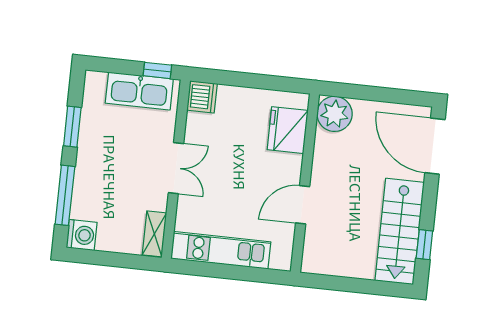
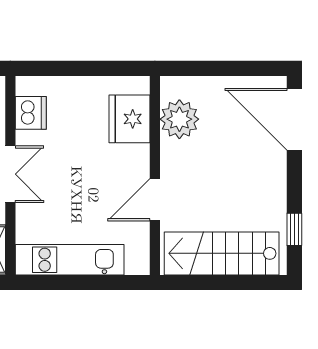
dishwasher: (202, 97) -> (31, 113), moved
plant: (335, 114) -> (179, 119), moved
stairs: (400, 231) -> (222, 253), moved, turned 90

